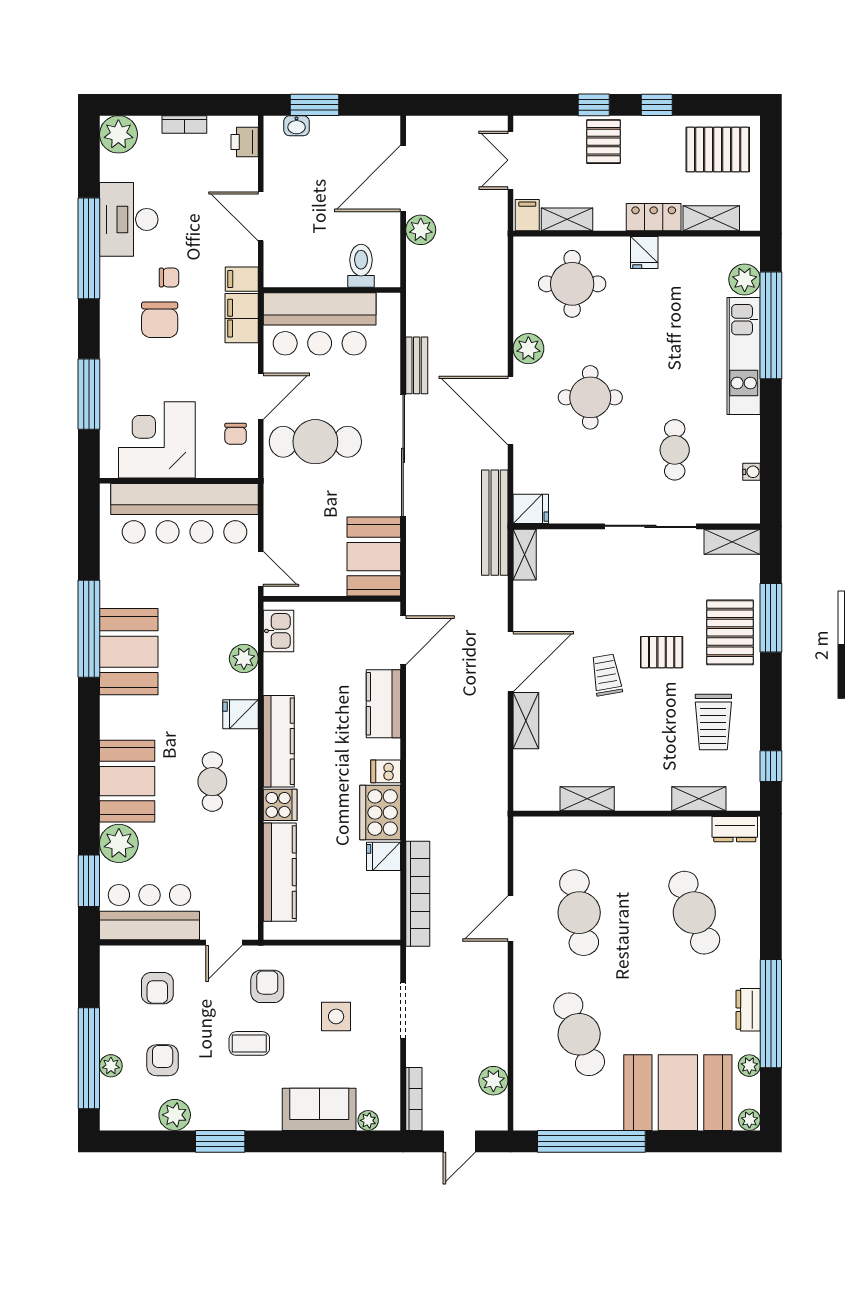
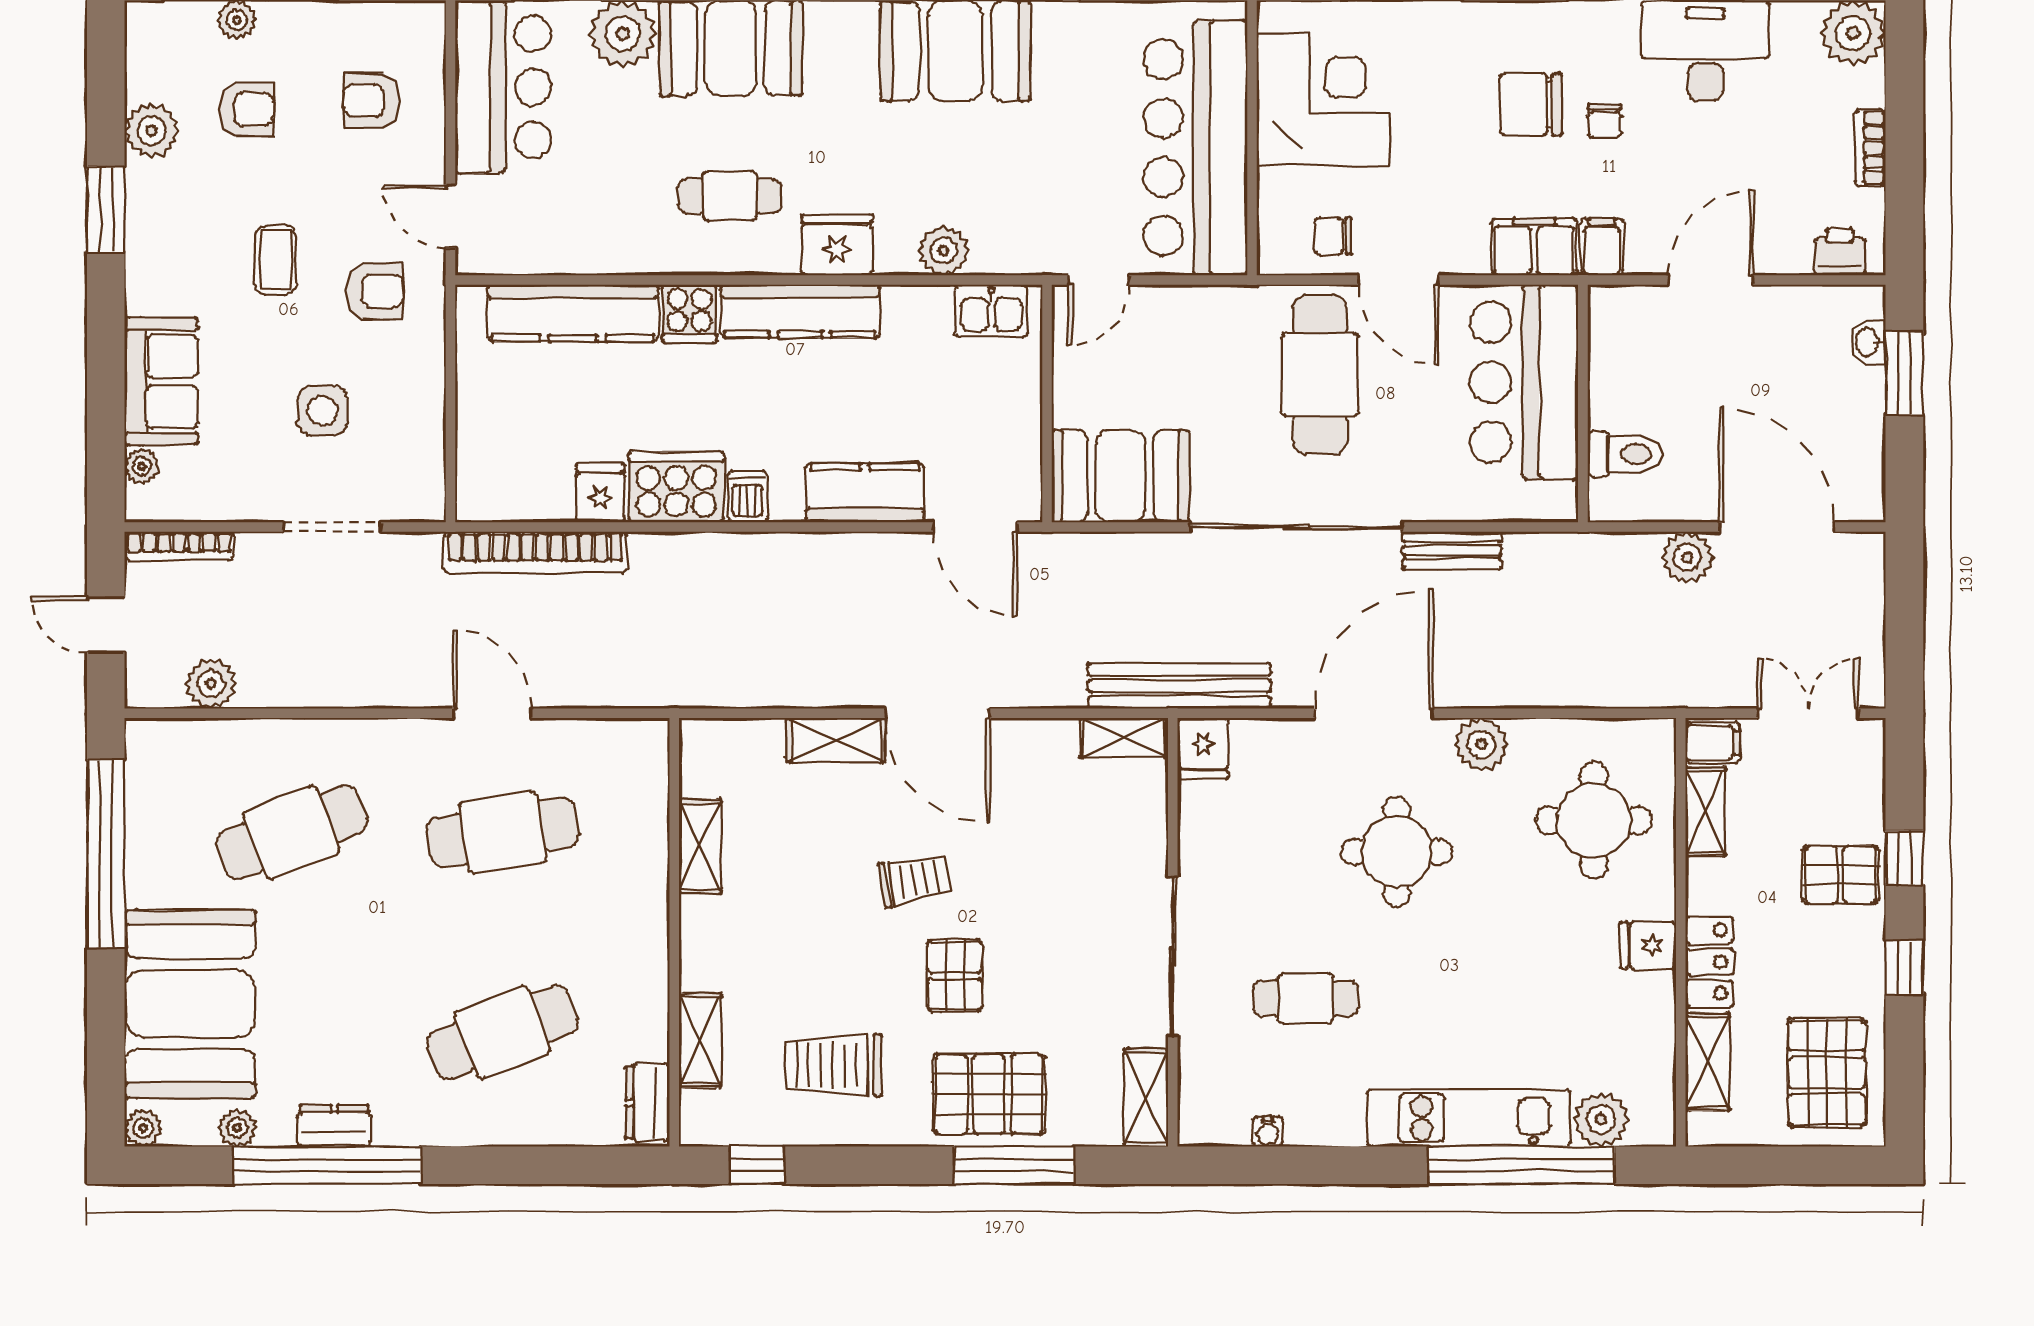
fridge: (241, 714) -> (837, 245), width x1.38

